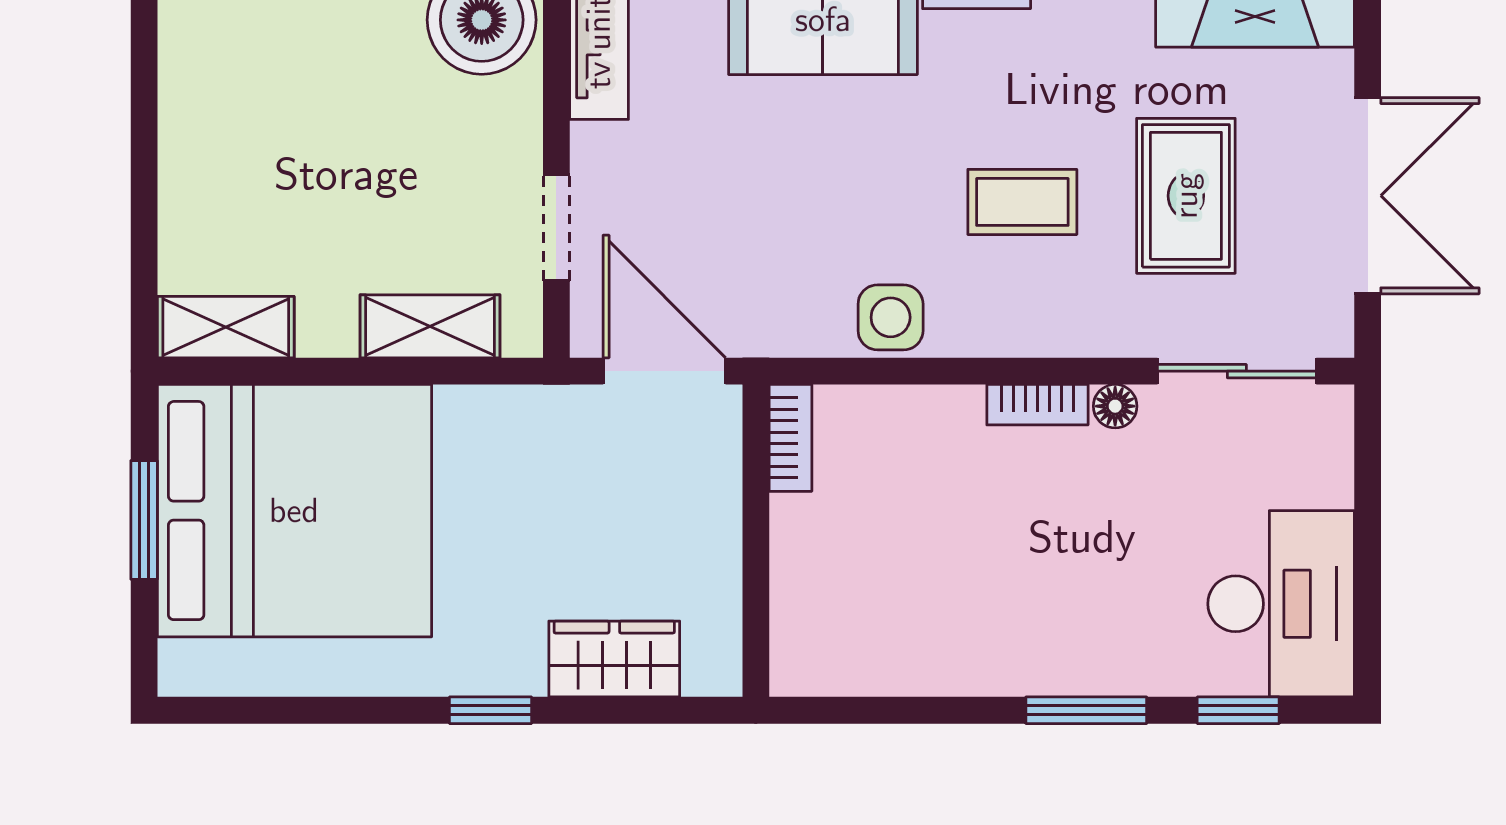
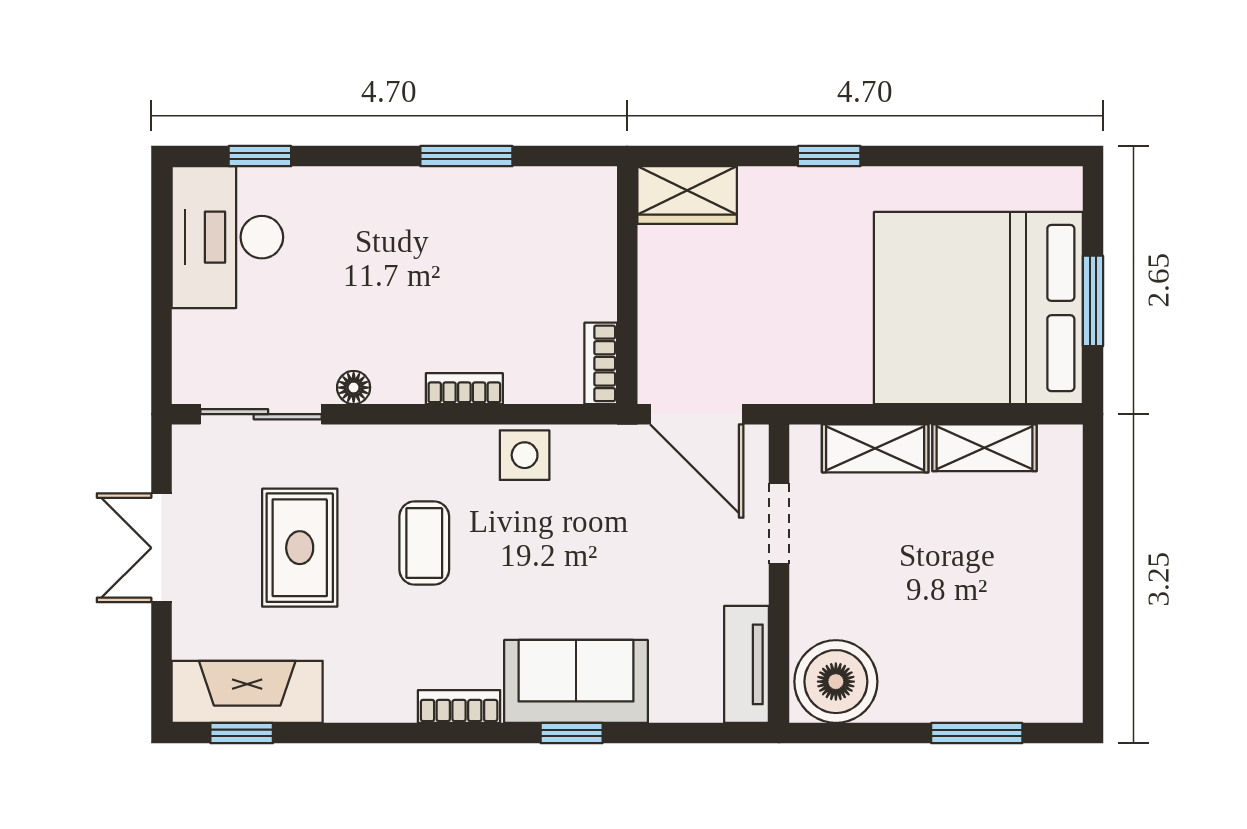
double door: (1368, 196) -> (161, 548), width x0.73
coffee table: (1022, 202) -> (424, 543), turned 90
shelving: (226, 327) -> (985, 448), moved
bookcase: (1037, 405) -> (464, 389), moved
wardrobe: (614, 659) -> (687, 195), moved
window: (1086, 710) -> (466, 156), moved

